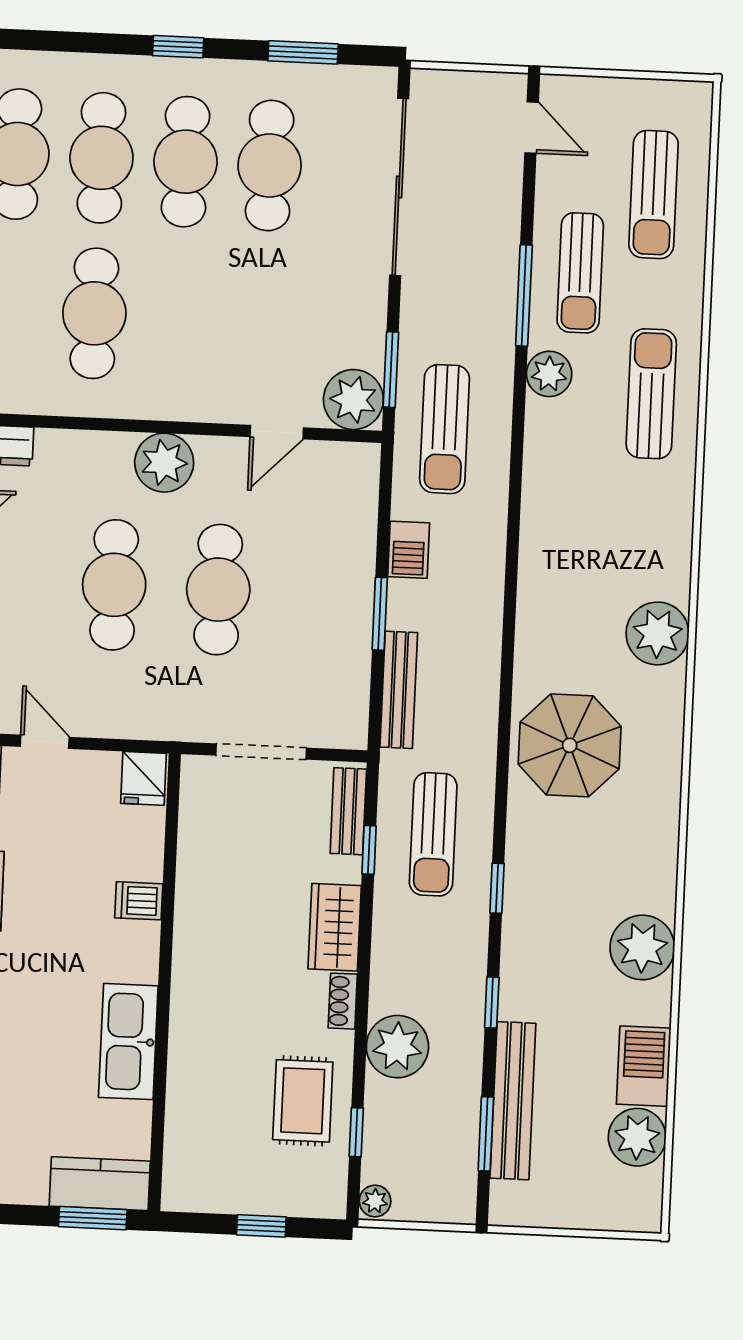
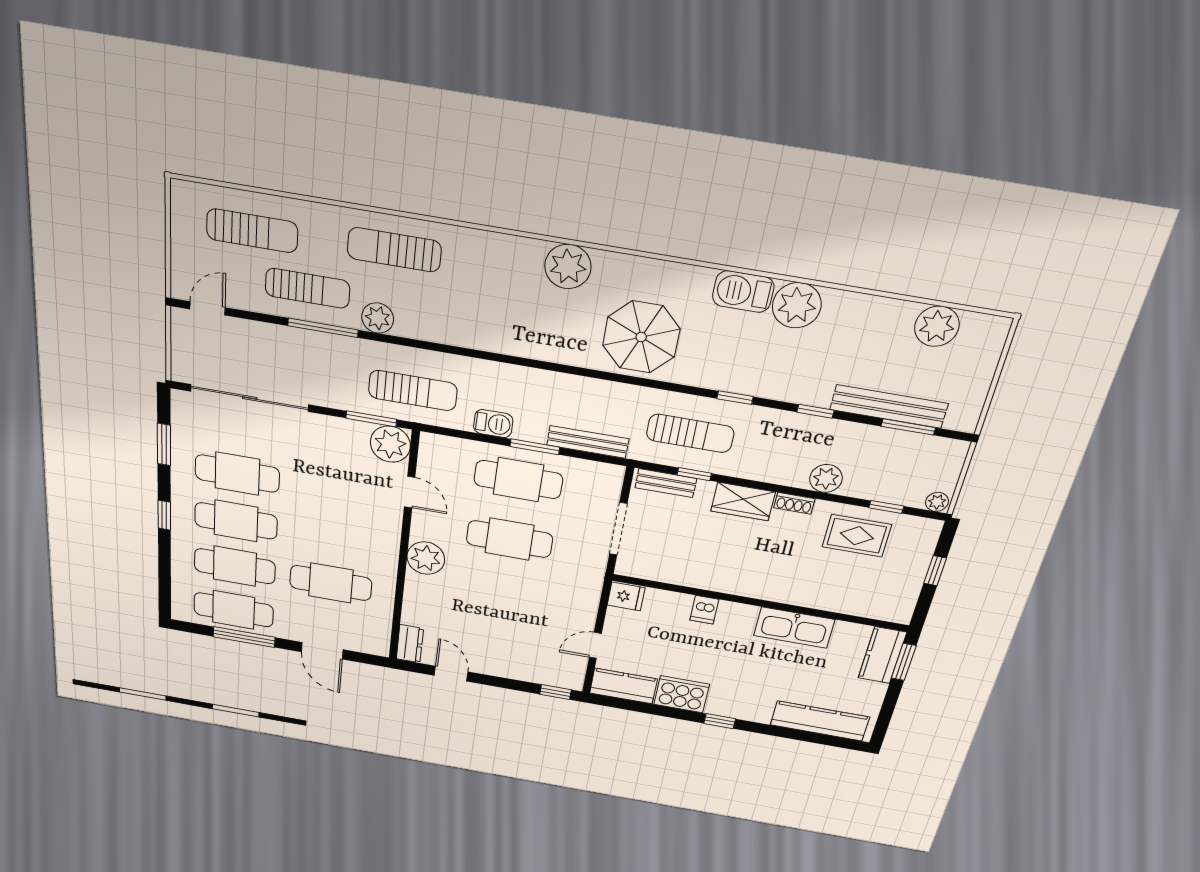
cafe table: (114, 585) -> (518, 480), moved
plant: (397, 1047) -> (826, 478), width x0.73, depth x0.73
barbecue: (644, 1066) -> (743, 292), moved

